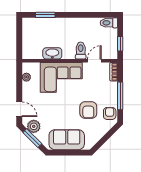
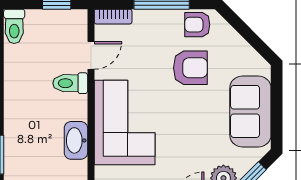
door: (94, 61) -> (91, 55), swing flipped

